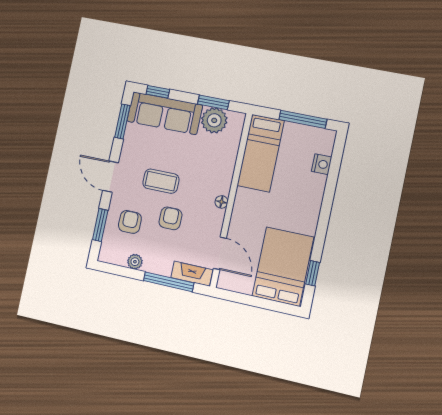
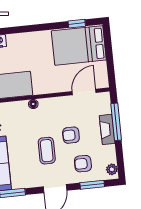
floor lamp: (221, 202) -> (33, 104), moved
plant: (135, 262) -> (112, 169), moved
fireplace: (192, 274) -> (107, 129), moved

